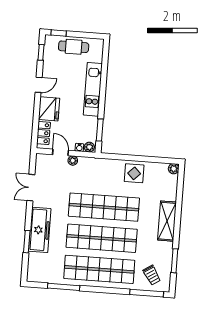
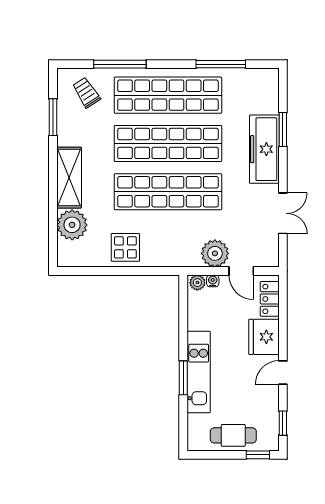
window: (100, 130) -> (183, 378), moved
plant: (73, 161) -> (215, 253), width x1.88, depth x1.88
plant: (174, 169) -> (72, 225), moved, width x1.87, depth x1.87
window: (147, 293) -> (120, 64), moved

